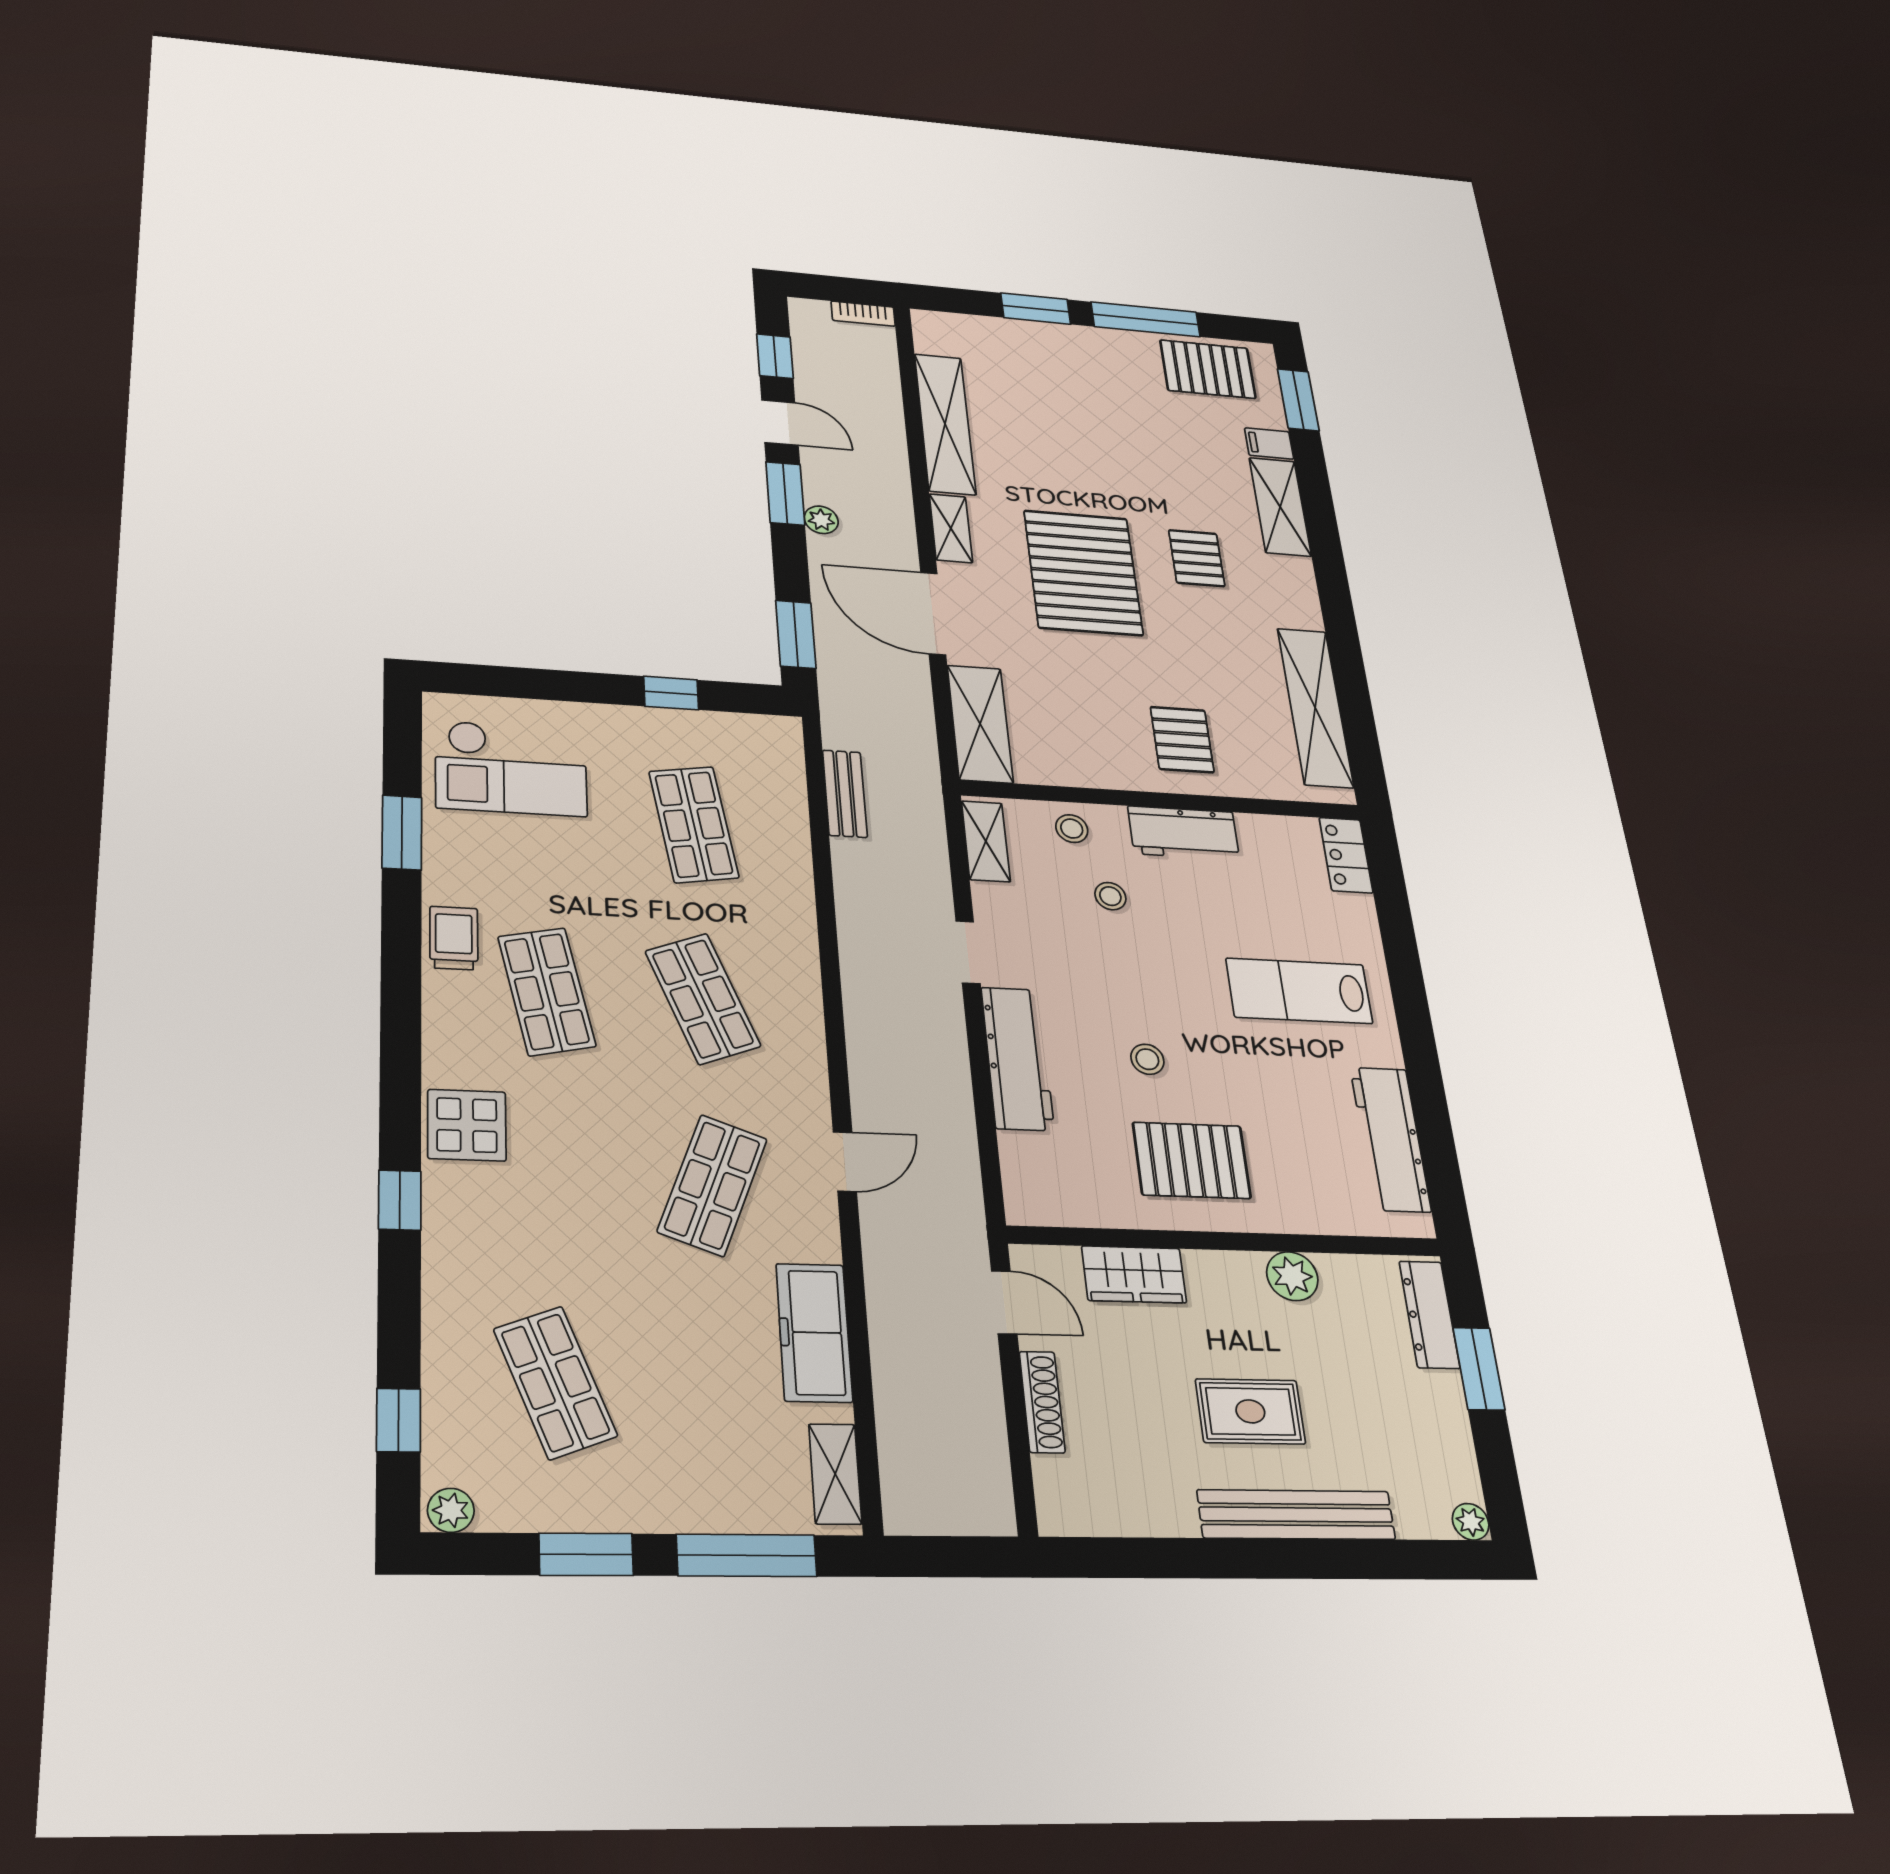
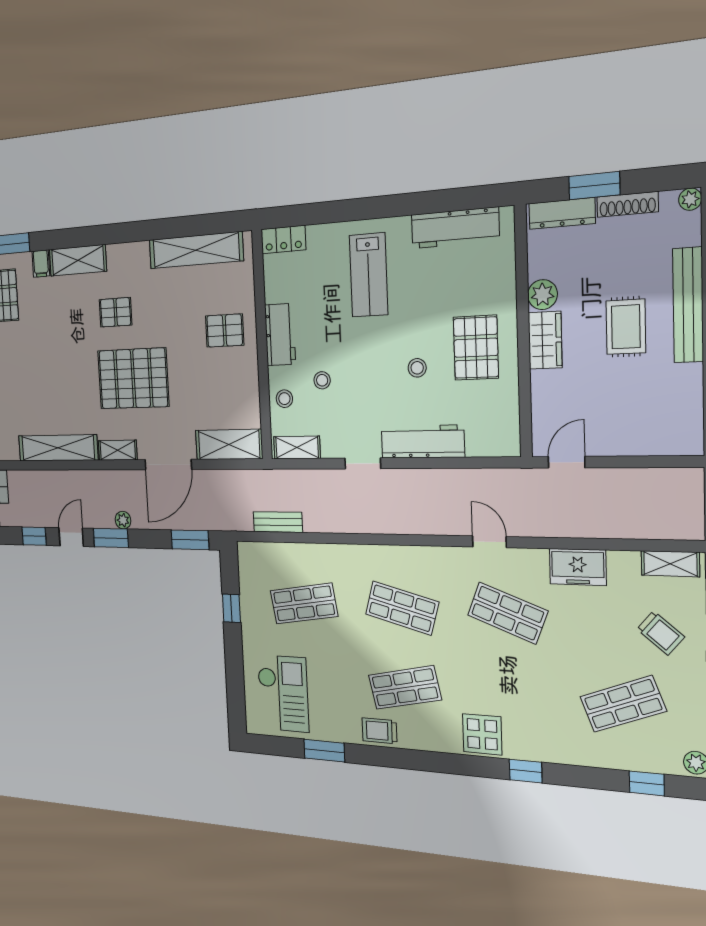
shop shelf: (703, 999) -> (402, 608), turned 36
wardrobe: (1134, 1274) -> (545, 340), moved
freezer: (814, 1332) -> (578, 567), width x0.71
shoe rack: (1042, 1402) -> (627, 204), moved, turned 180
trolley: (702, 1454) -> (661, 633), added

